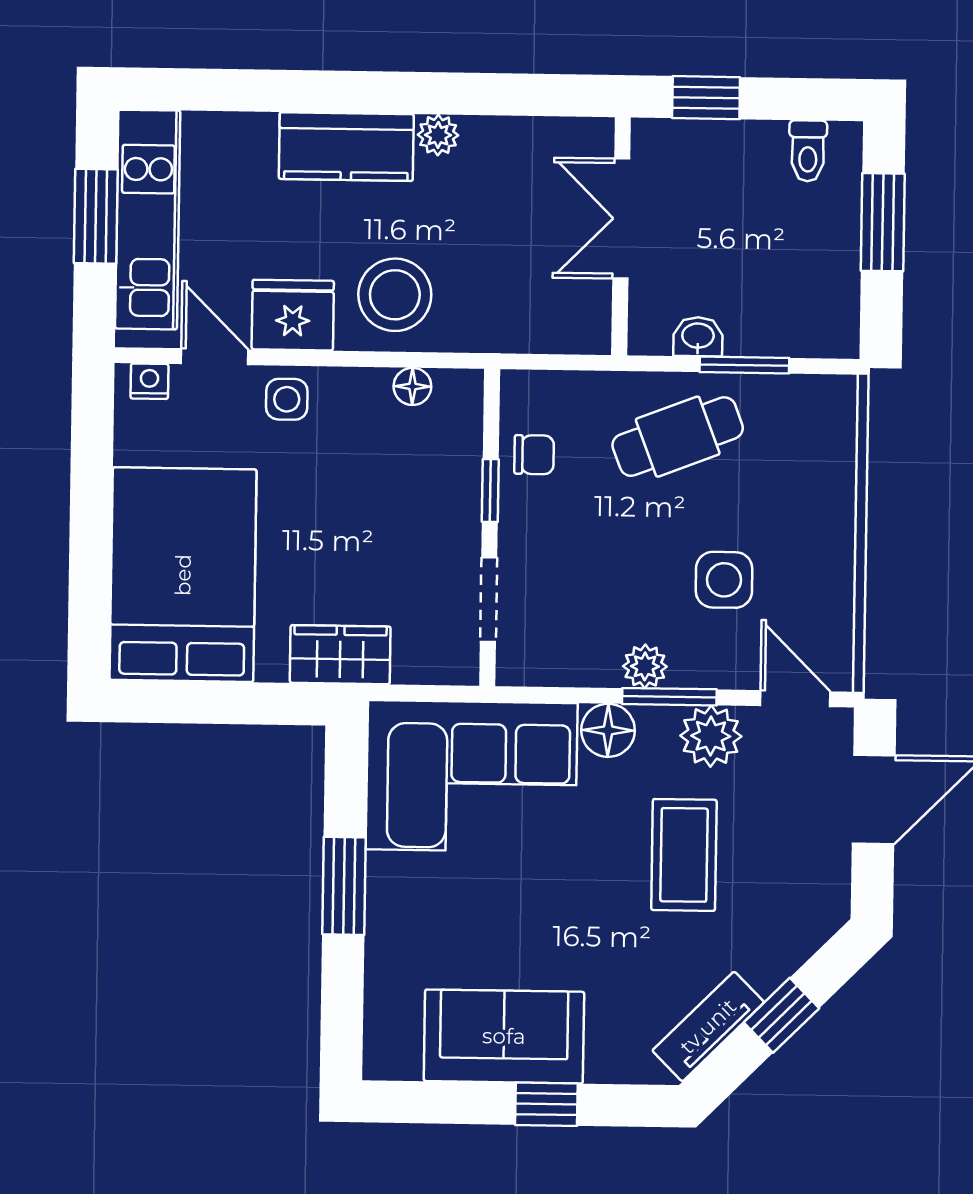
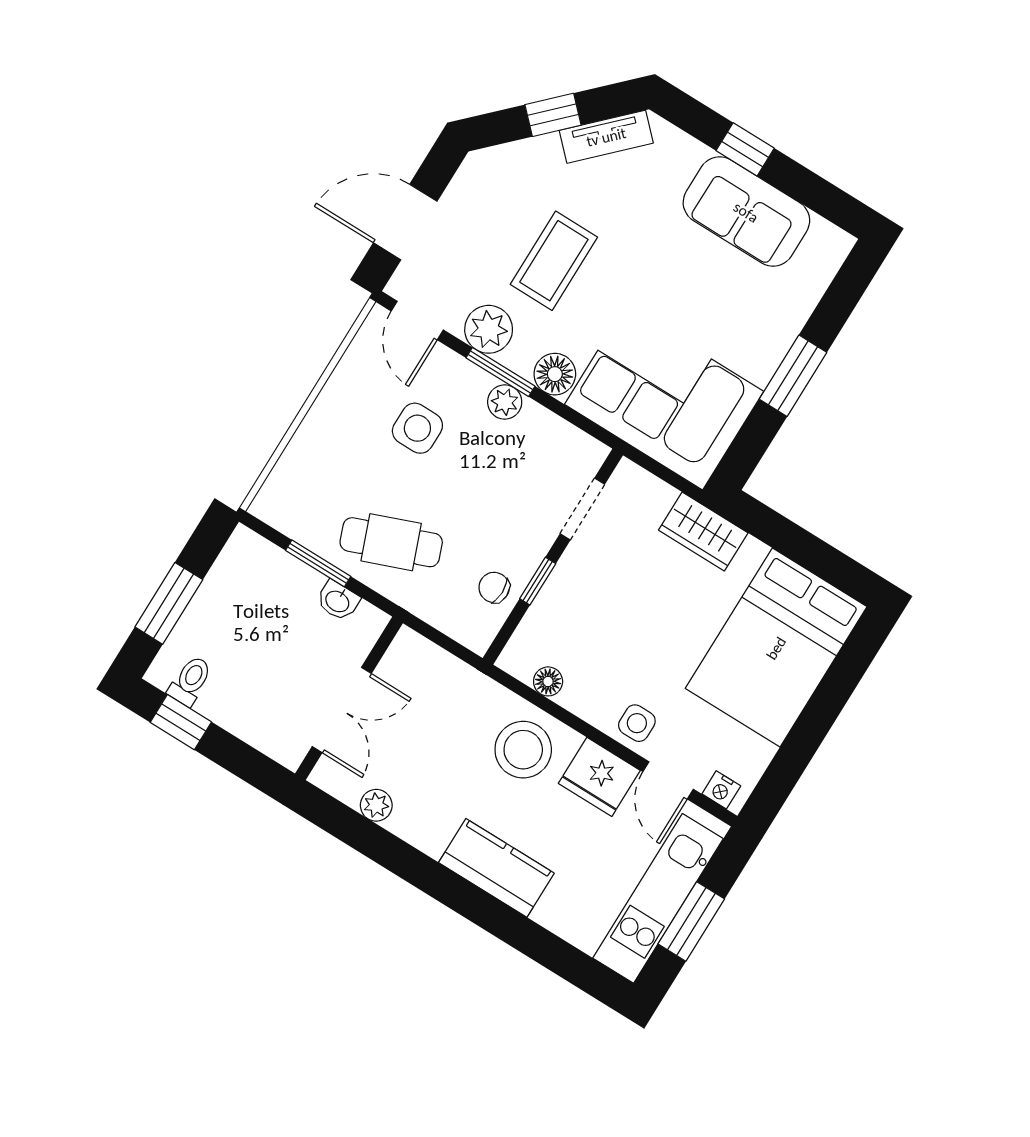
window: (706, 98) -> (181, 722), moved
plant: (438, 135) -> (376, 805), moved

